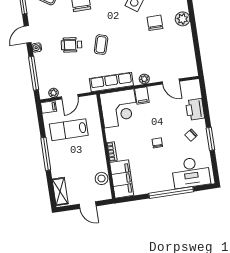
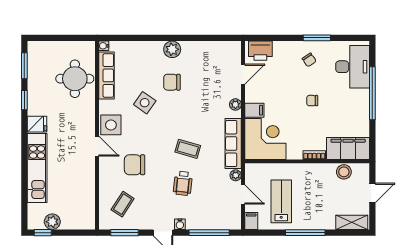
plant: (54, 93) -> (236, 175), moved
printer: (195, 109) -> (260, 51), moved
lab bench: (69, 130) -> (281, 201), turned 180

